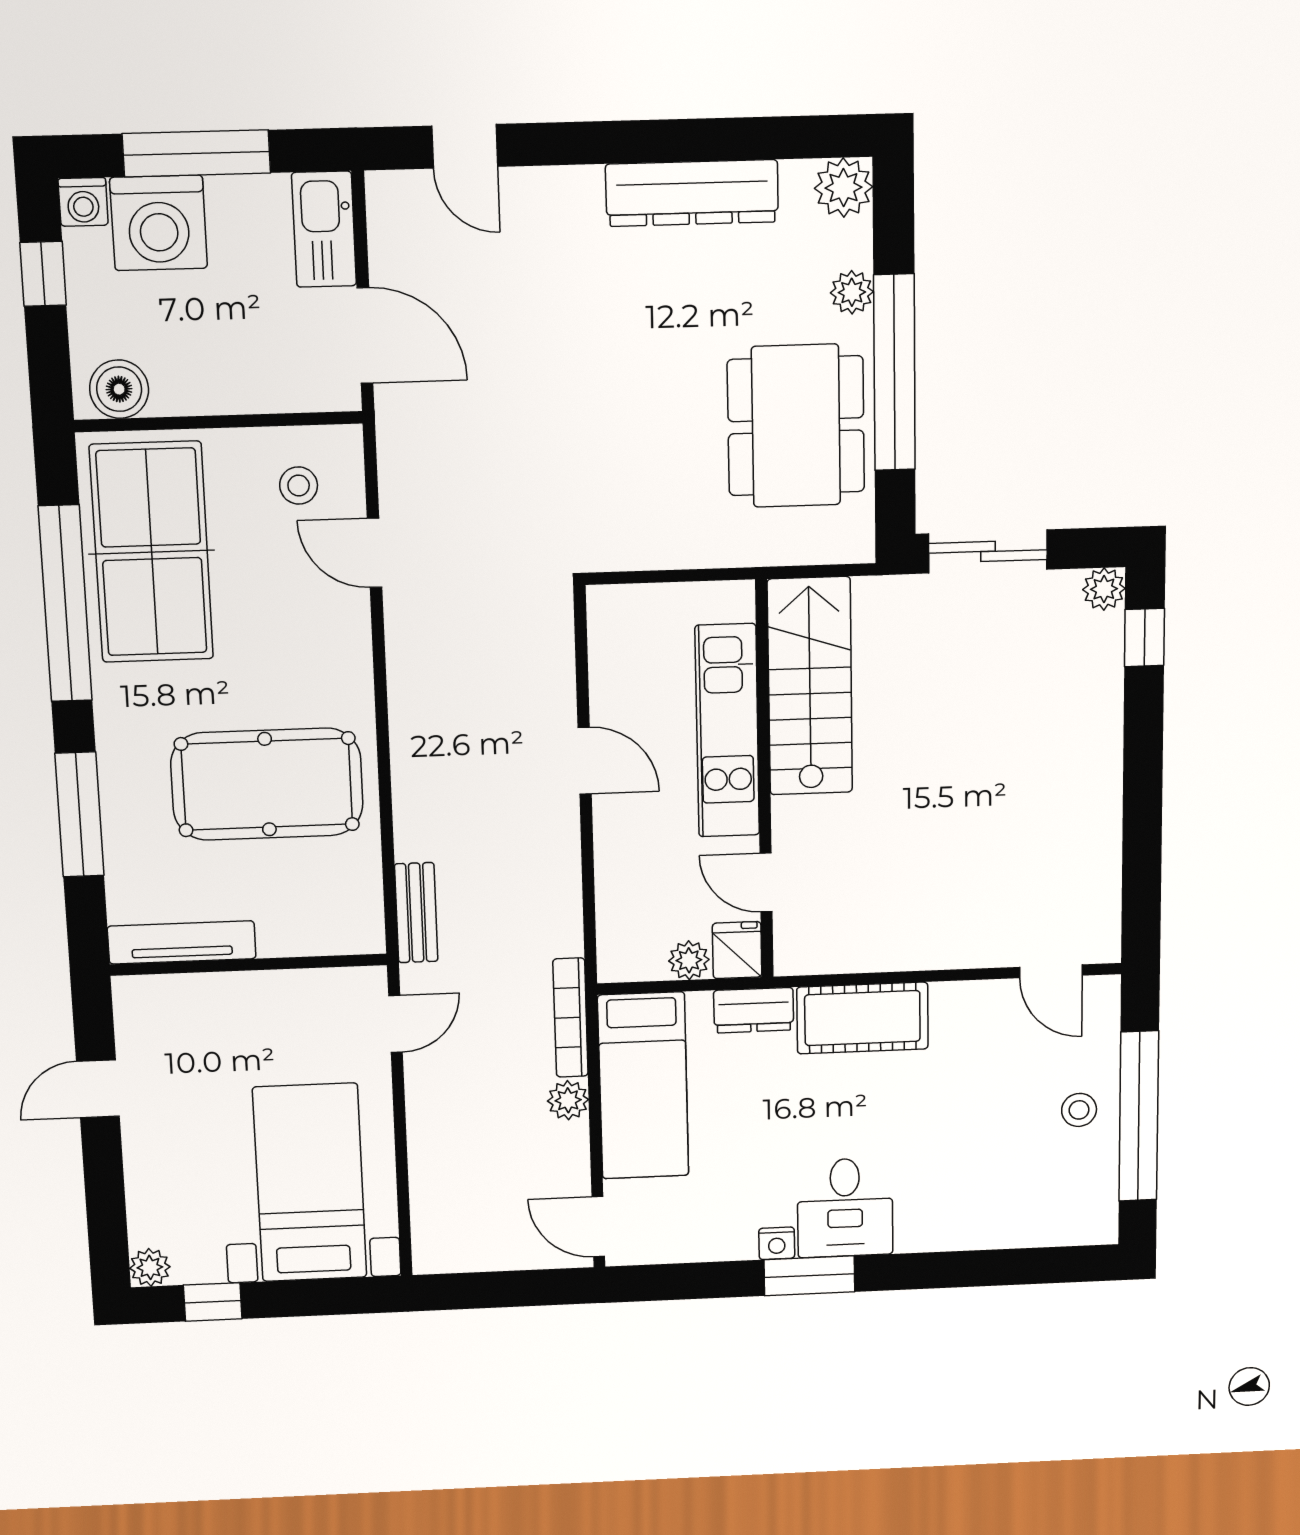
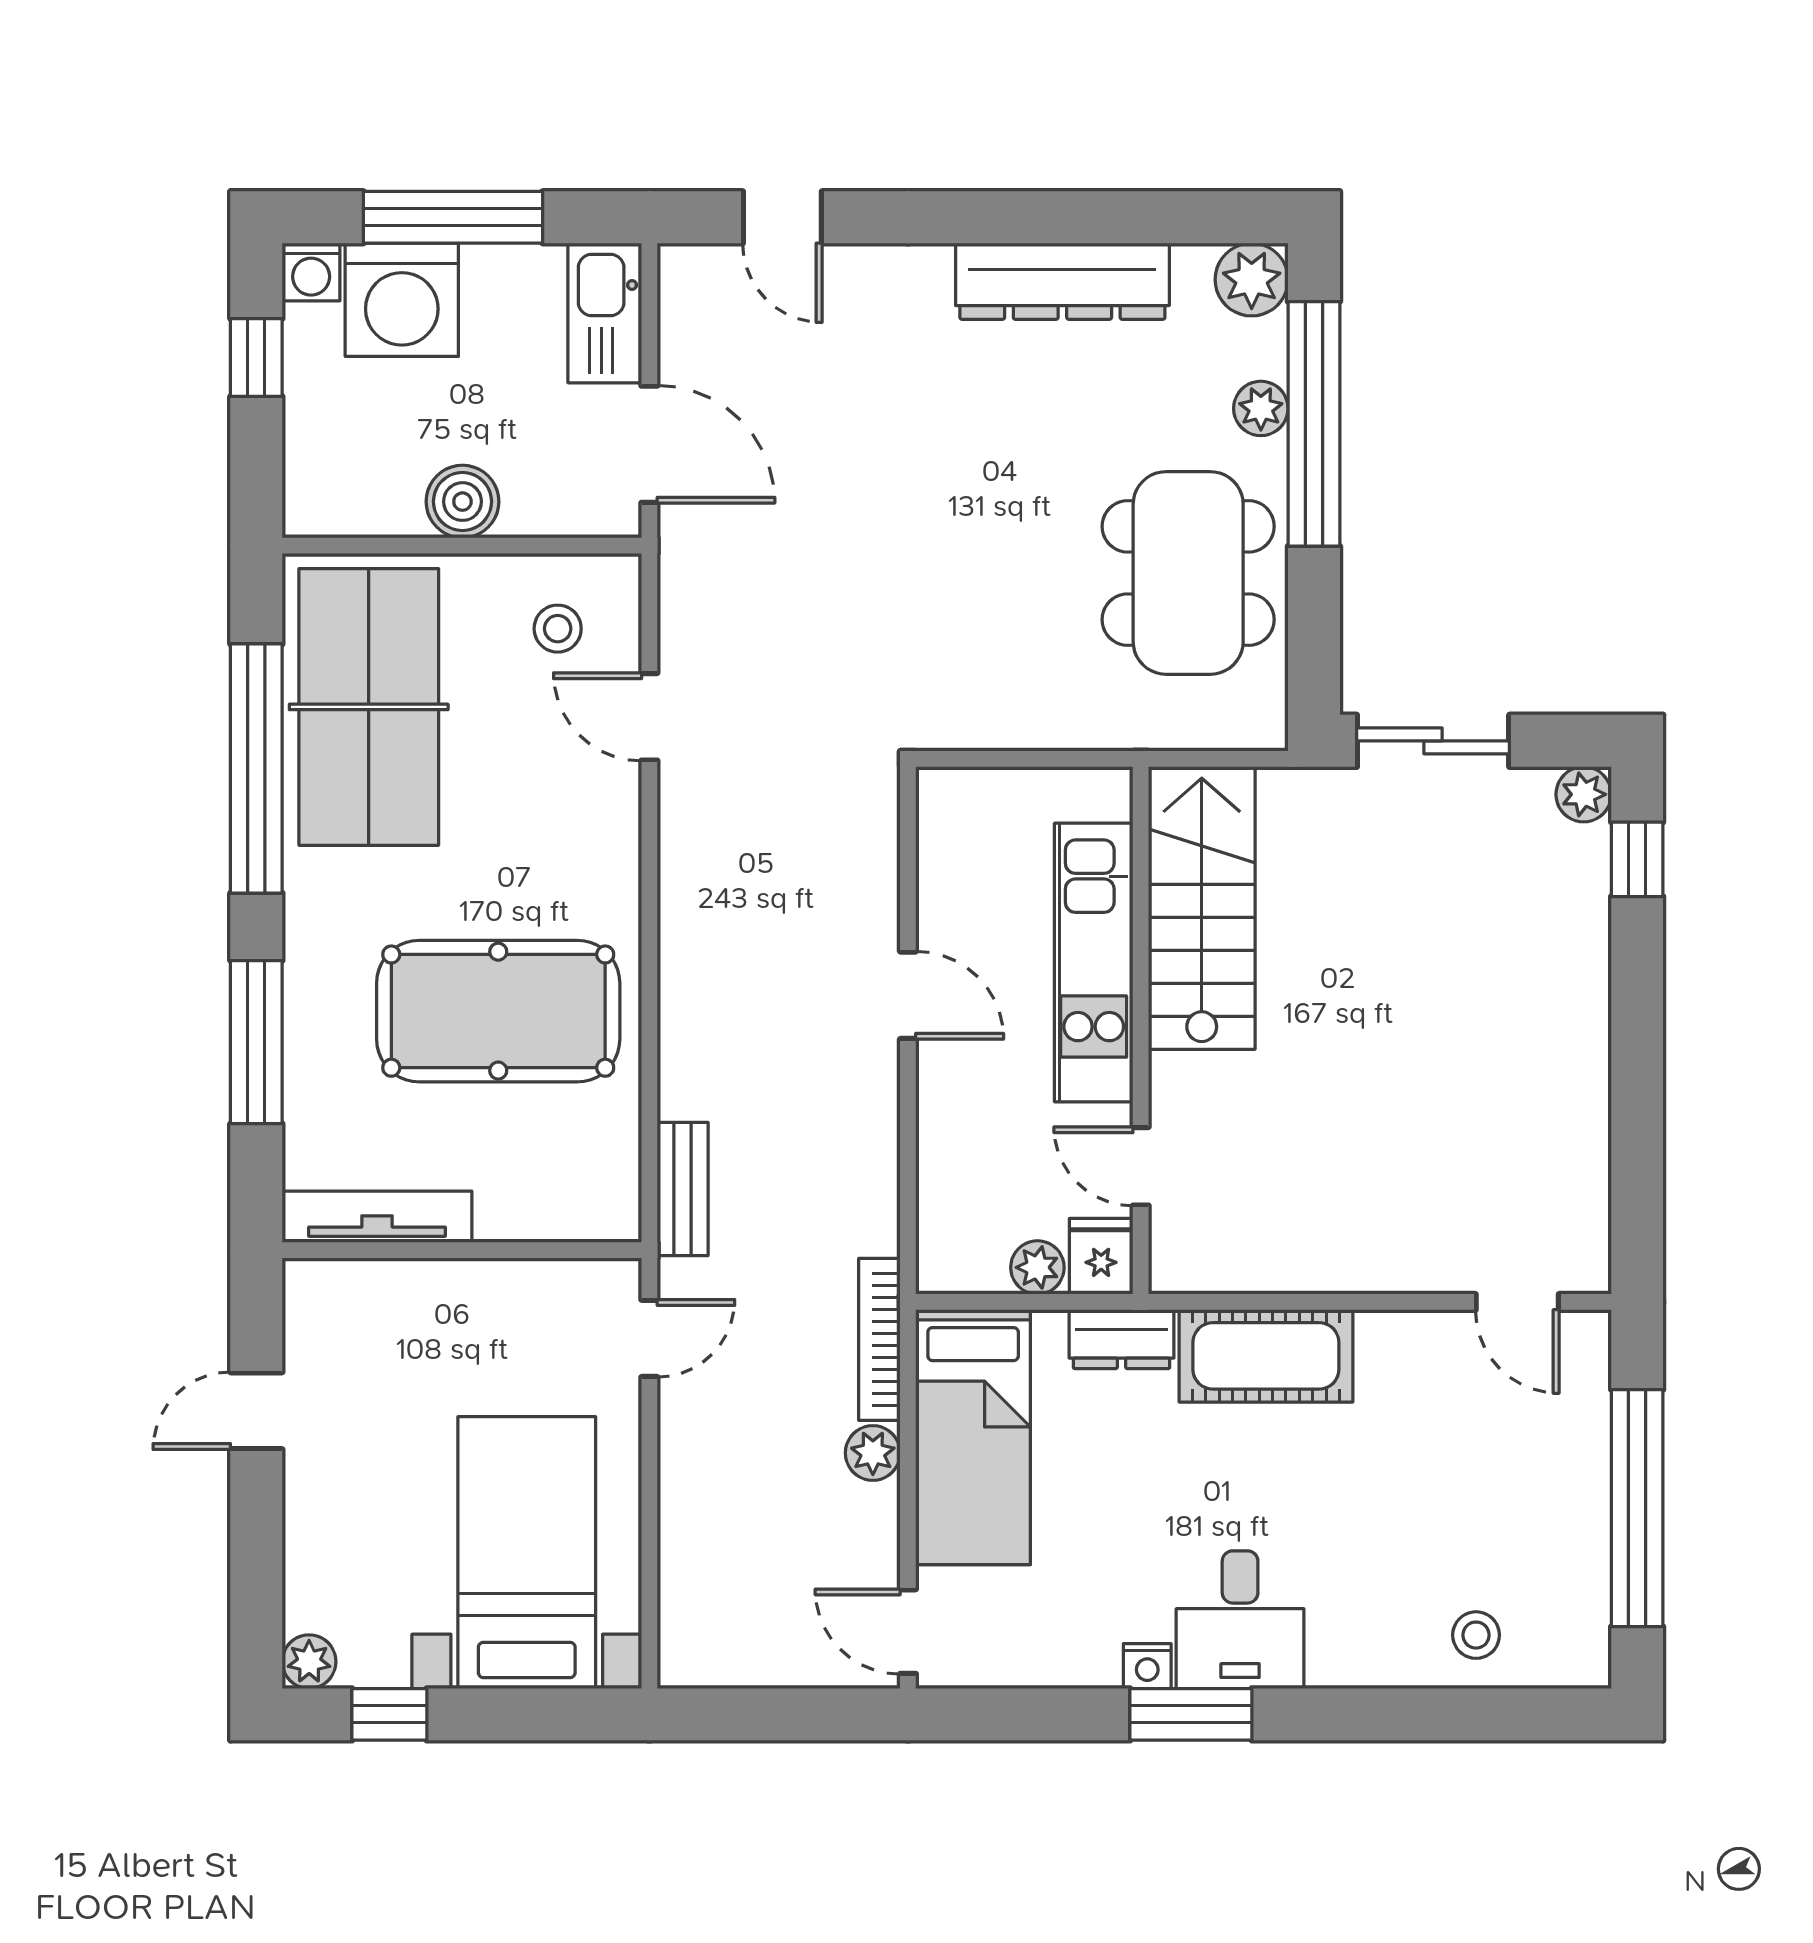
window: (894, 373) -> (1314, 424), moved
boiler: (119, 389) -> (462, 502), moved
stool: (1079, 1110) -> (1476, 1635), moved

